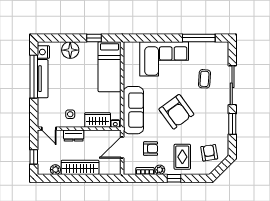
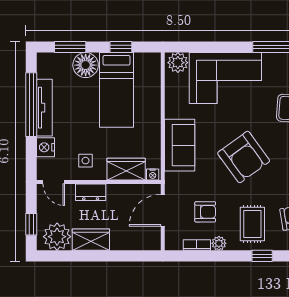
window: (60, 38) -> (70, 47), added
plant: (132, 48) -> (178, 63), added
nightstand: (43, 52) -> (46, 147), moved
bed: (110, 67) -> (117, 90), moved
sofa: (133, 110) -> (180, 145), width x0.73
wardrobe: (80, 167) -> (91, 240), width x0.67
plant: (55, 170) -> (57, 237), width x1.88, depth x1.88
window: (174, 178) -> (262, 256), moved

